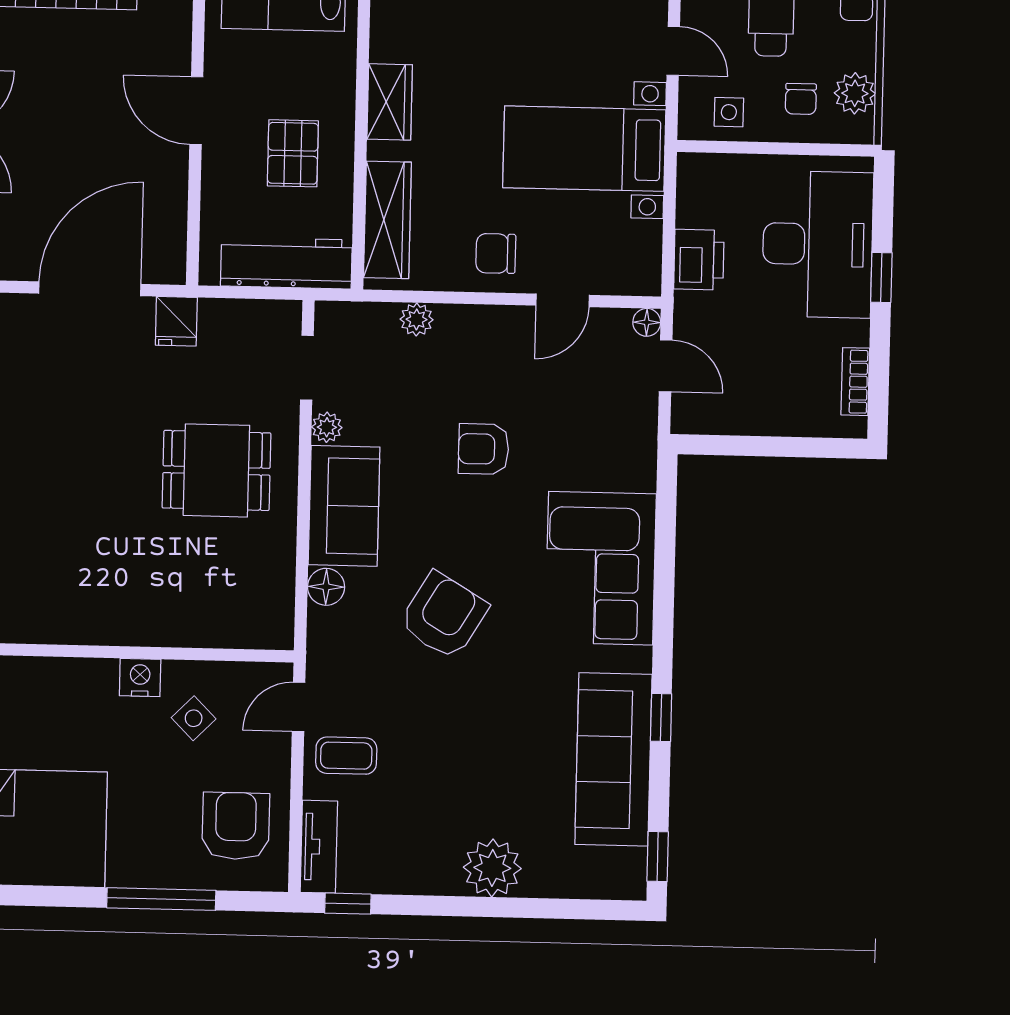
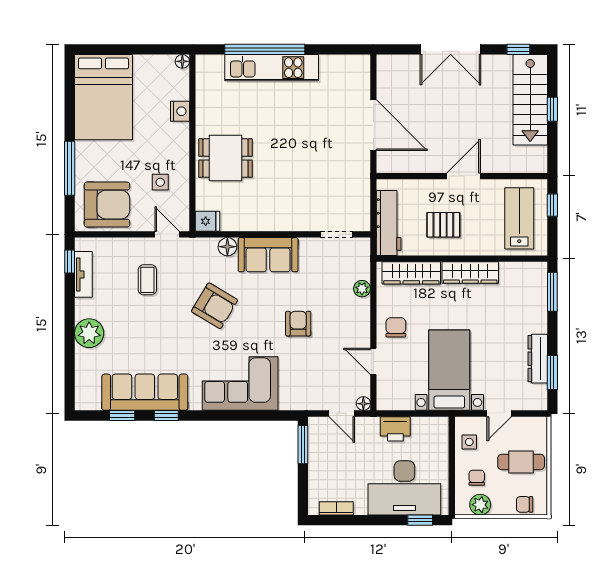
chair: (801, 99) -> (477, 478), turned 90
wardrobe: (390, 102) -> (470, 273), width x1.50
window: (881, 277) -> (420, 520), moved
fridge: (176, 321) -> (207, 221), moved, turned 180
door: (666, 366) -> (342, 413), hinge flipped
plant: (327, 427) -> (307, 245), removed
window: (726, 445) -> (303, 445), added
dining table: (216, 470) -> (225, 158), moved, turned 90
nightstand: (140, 677) -> (180, 111), moved
side table: (194, 718) -> (160, 182), turned 45
coffee table: (346, 756) -> (147, 280), moved
armchair: (236, 826) -> (107, 205), width x1.36, depth x1.36
tv unit: (319, 847) -> (83, 274), moved, turned -90
window: (658, 856) -> (122, 416), moved

